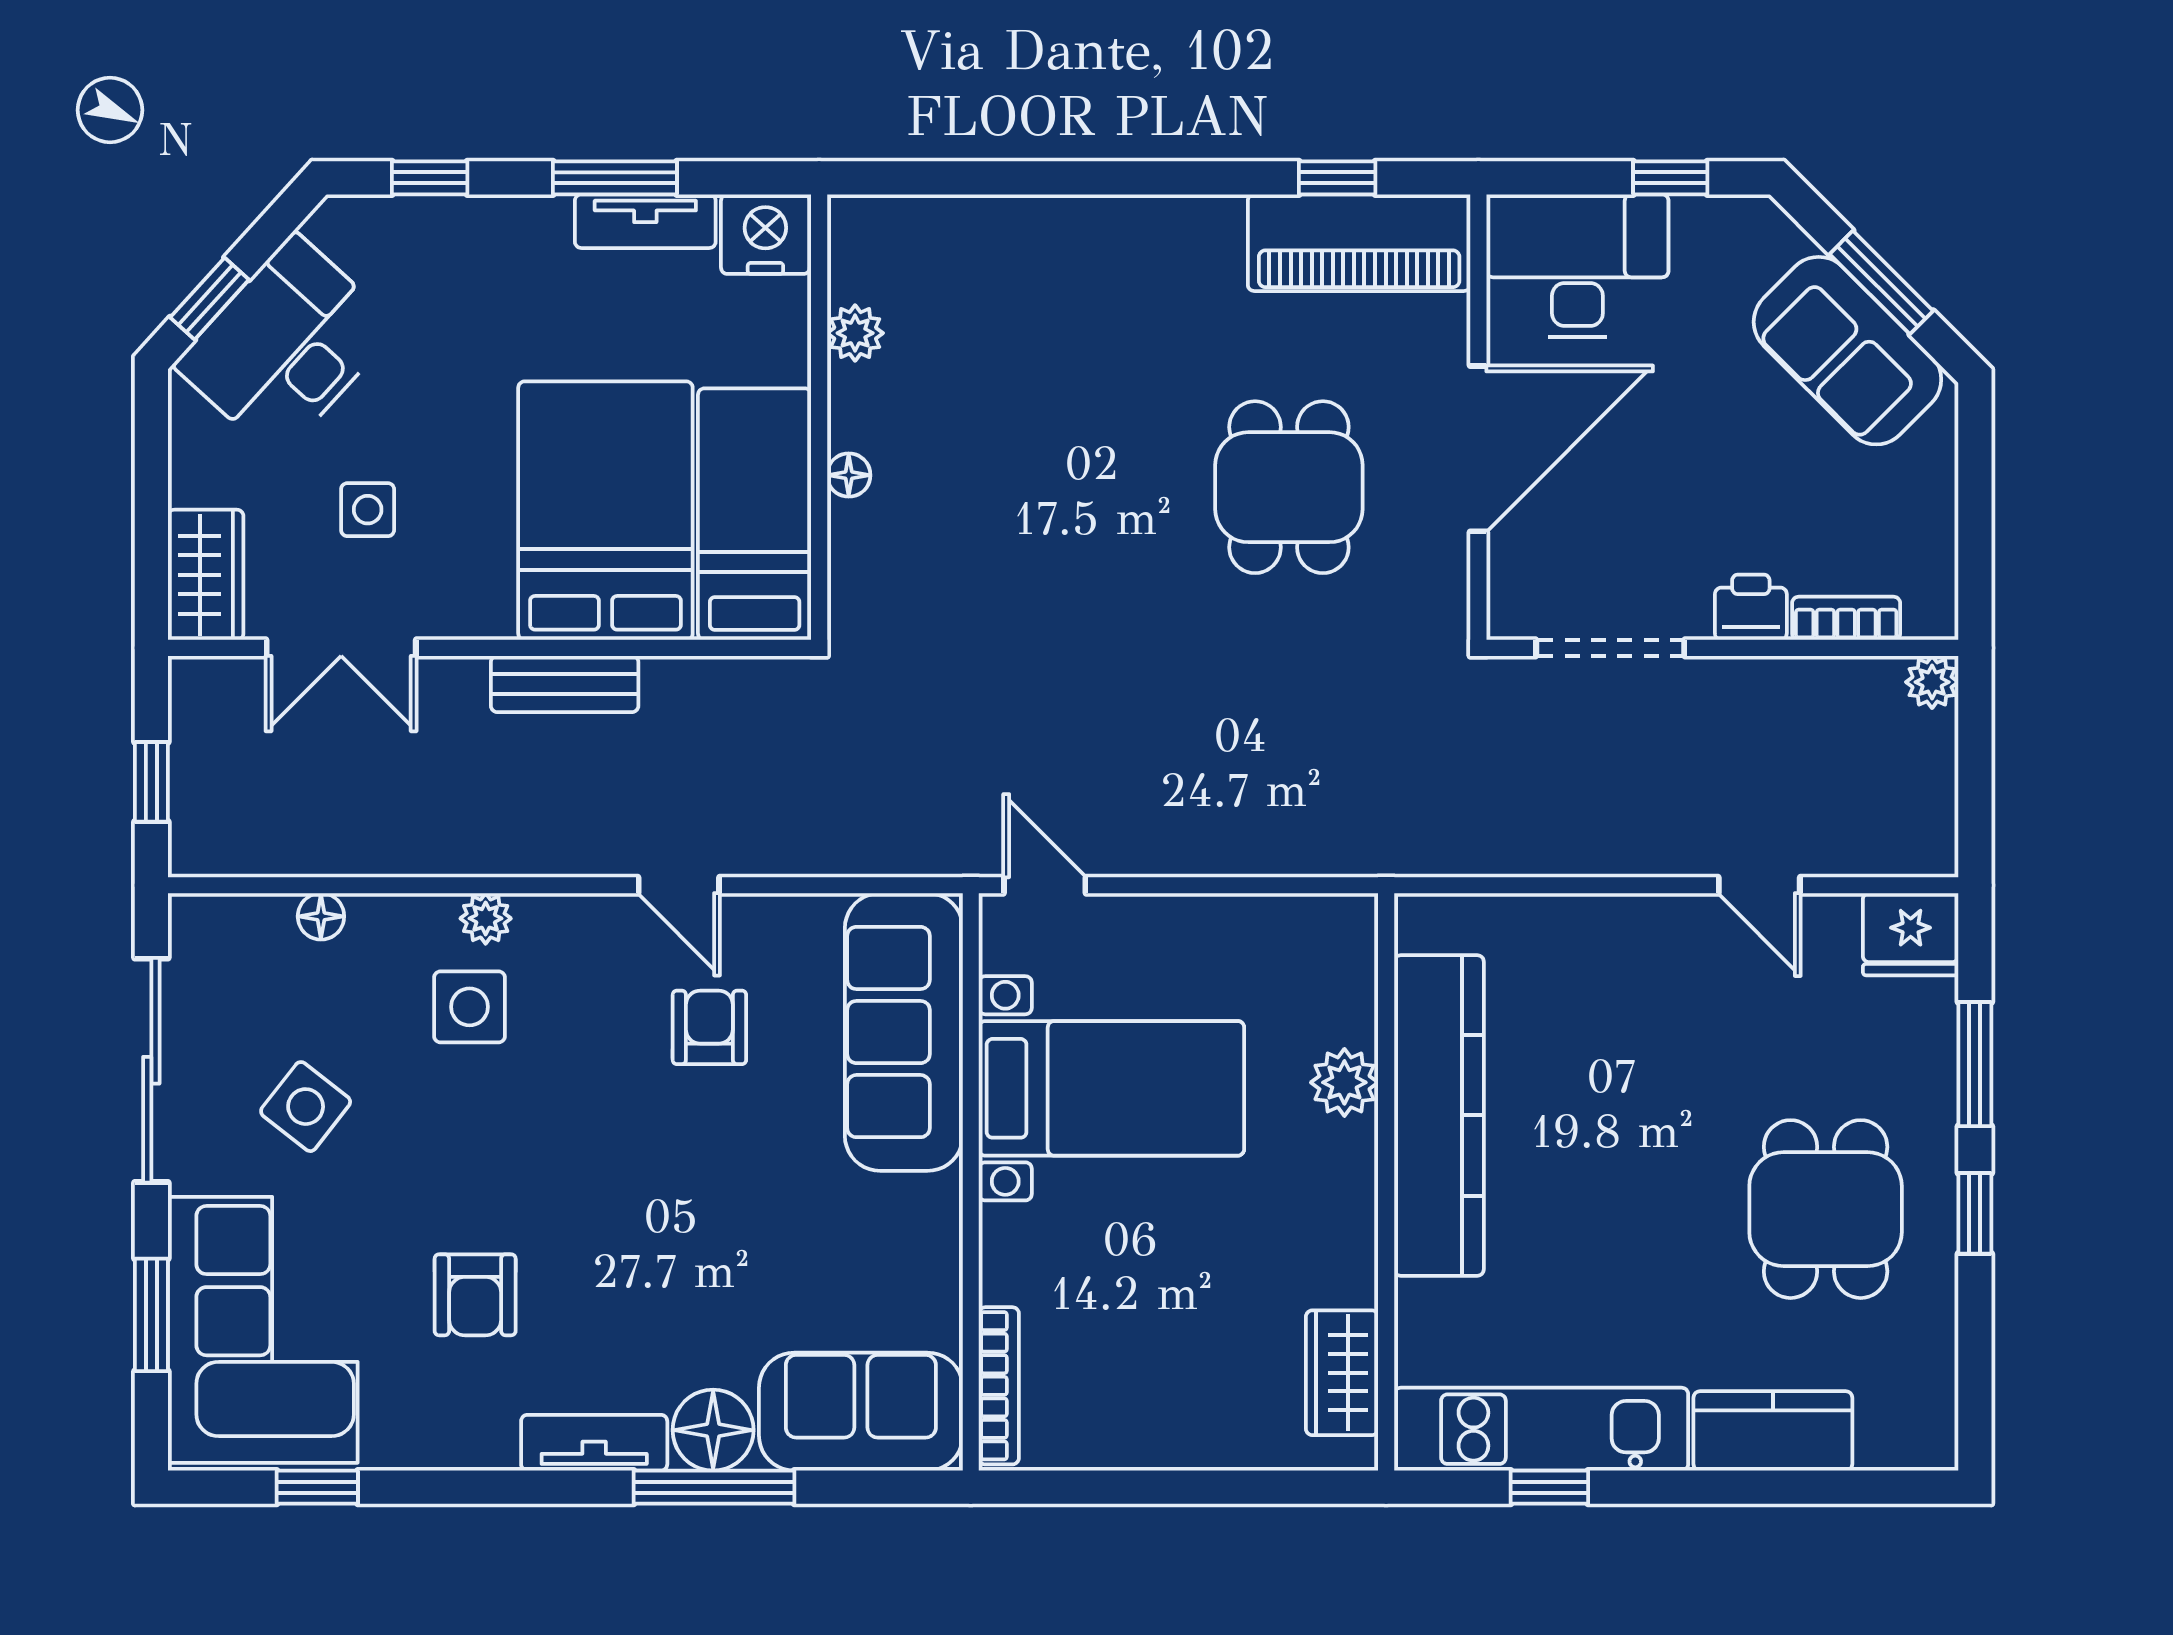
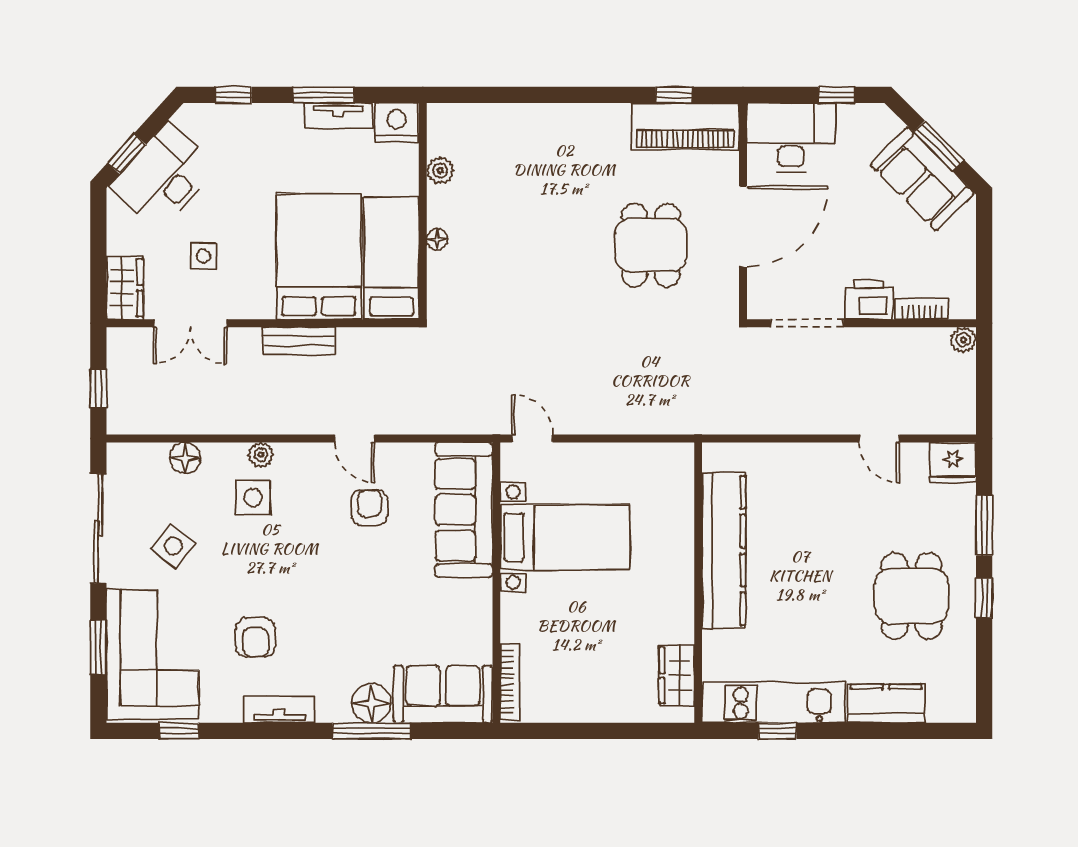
printer: (1751, 607) -> (869, 300), width x1.36, depth x1.24
floor lamp: (321, 916) -> (185, 458), width x1.37, depth x1.37
plant: (1344, 1082) -> (678, 534), removed
tv unit: (594, 1443) -> (279, 709), moved

